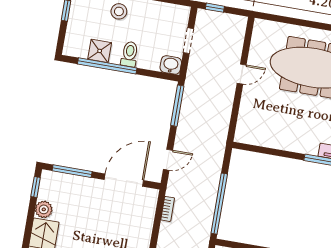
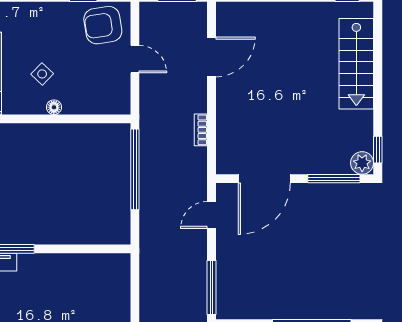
plant: (44, 209) -> (362, 163), moved
bookcase: (168, 209) -> (201, 130), moved

